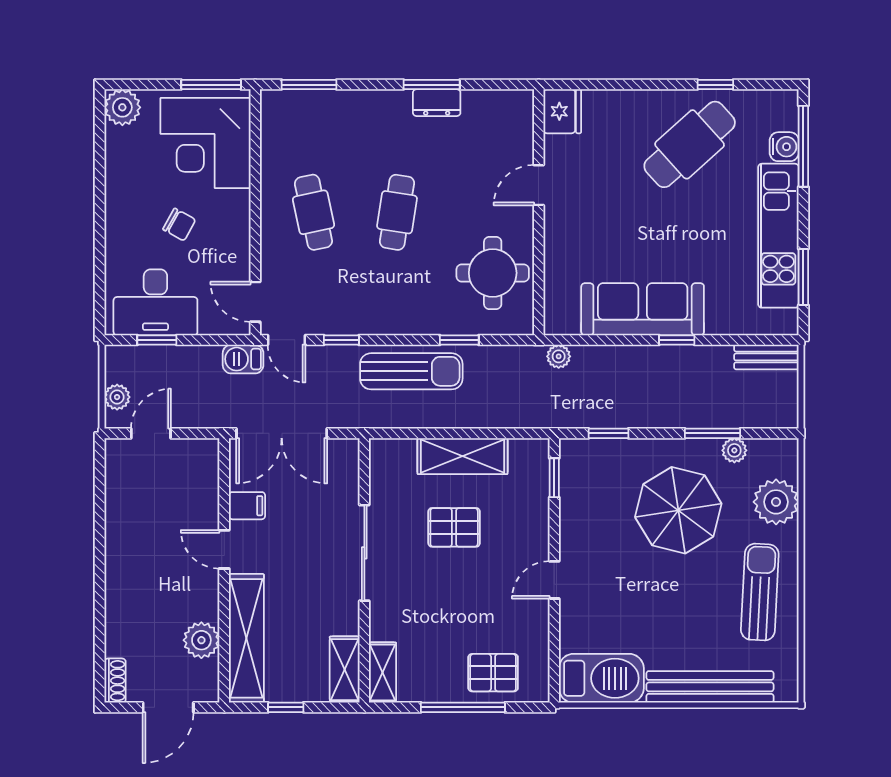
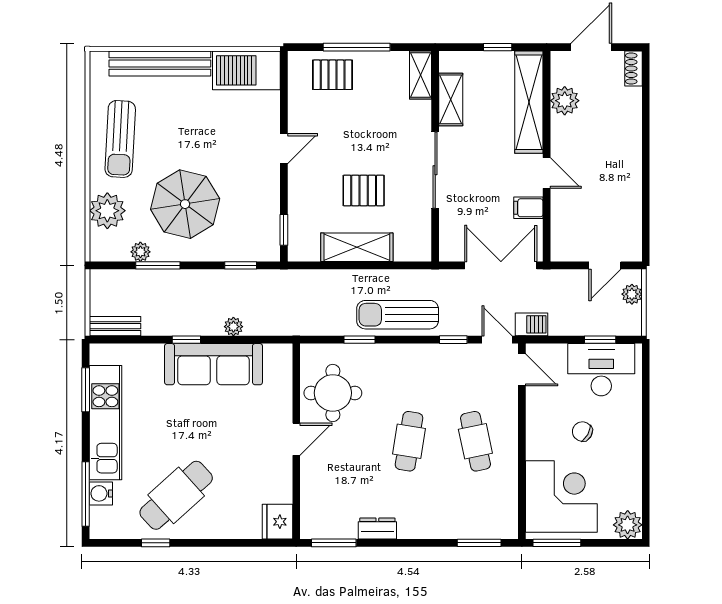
window: (432, 85) -> (334, 543), moved
door: (539, 185) -> (296, 439), moved
plant: (559, 356) -> (233, 327), moved
shelving: (345, 670) -> (451, 99), moved

